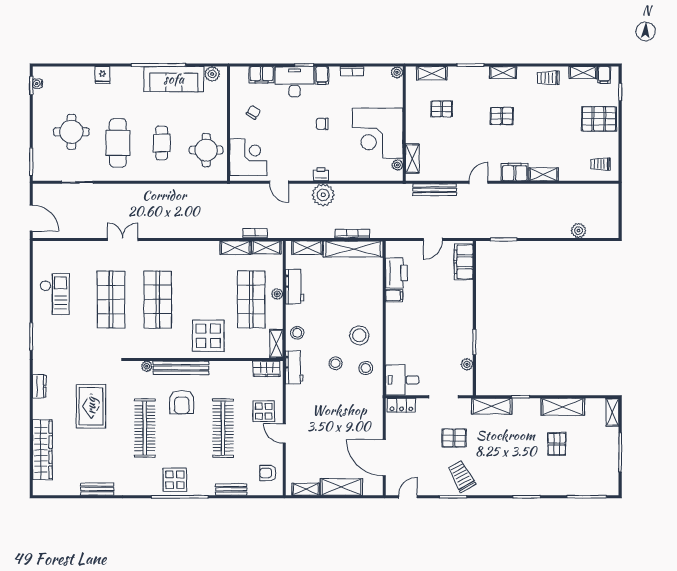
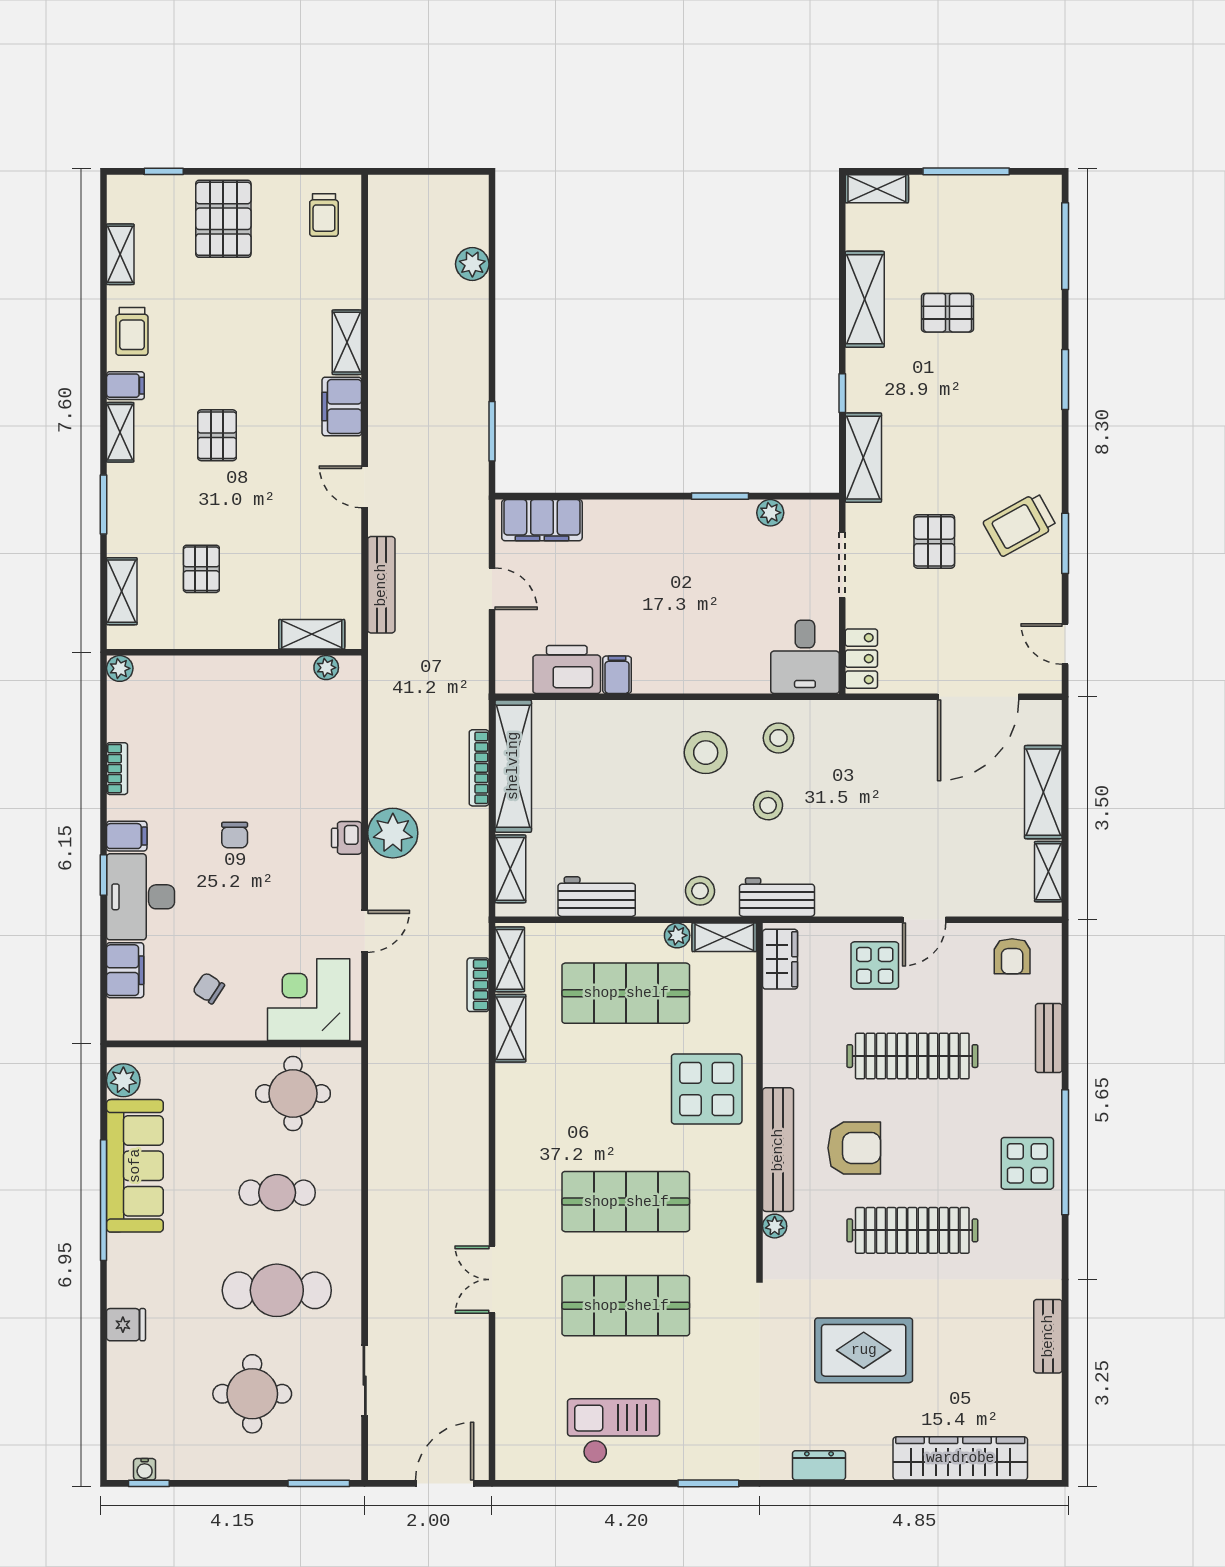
filing cabinet: (604, 75) -> (125, 386), moved
corner desk: (378, 133) -> (255, 712), removed
plant: (277, 294) -> (677, 935), moved

